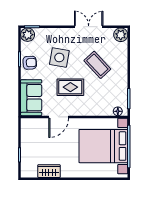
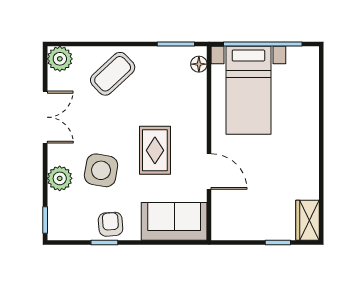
double door: (89, 27) -> (45, 117), swing flipped
plant: (28, 35) -> (60, 178), moved
coffee table: (97, 65) -> (113, 74), moved
bed with nightstands: (103, 146) -> (248, 90), width x0.73
wardrobe: (49, 171) -> (307, 220), moved

